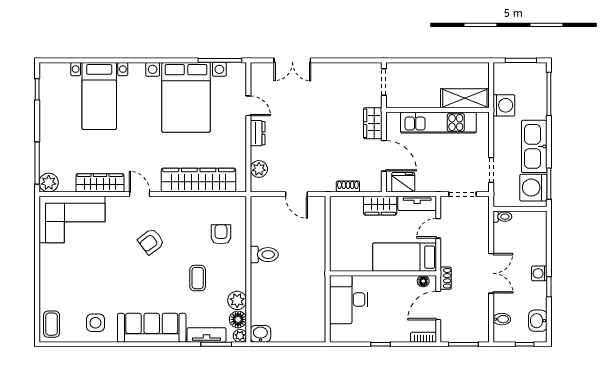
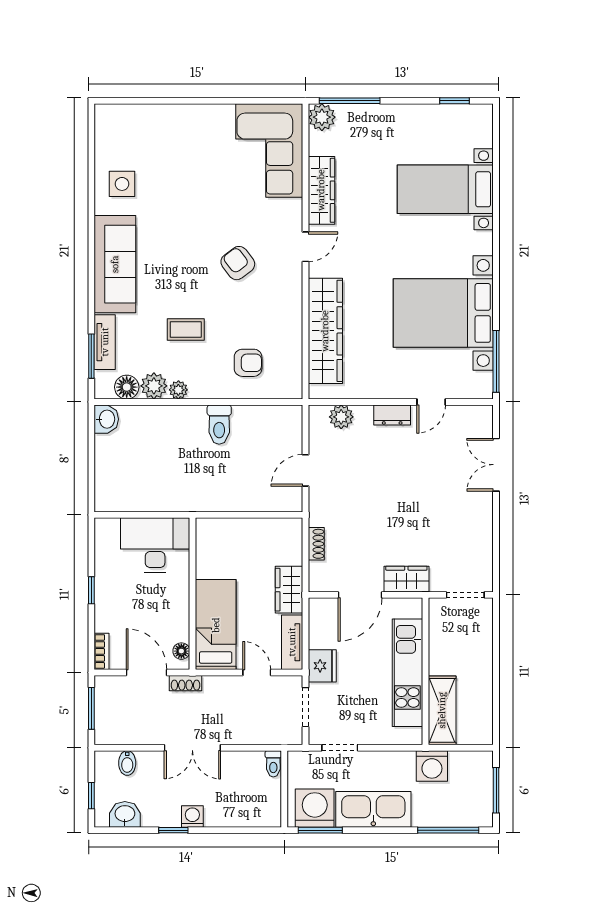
fridge: (403, 182) -> (322, 666), moved
coffee table: (52, 324) -> (120, 121), removed
plant: (240, 336) -> (178, 390), moved

